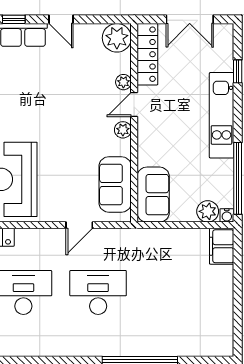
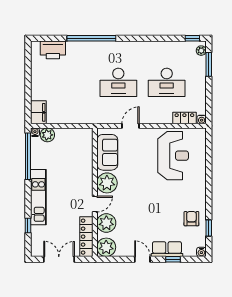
plant: (123, 82) -> (106, 223), width x1.88, depth x1.88
plant: (123, 130) -> (107, 183), width x1.88, depth x1.88
sofa: (153, 195) -> (83, 146), removed
printer: (199, 343) -> (53, 50), added

